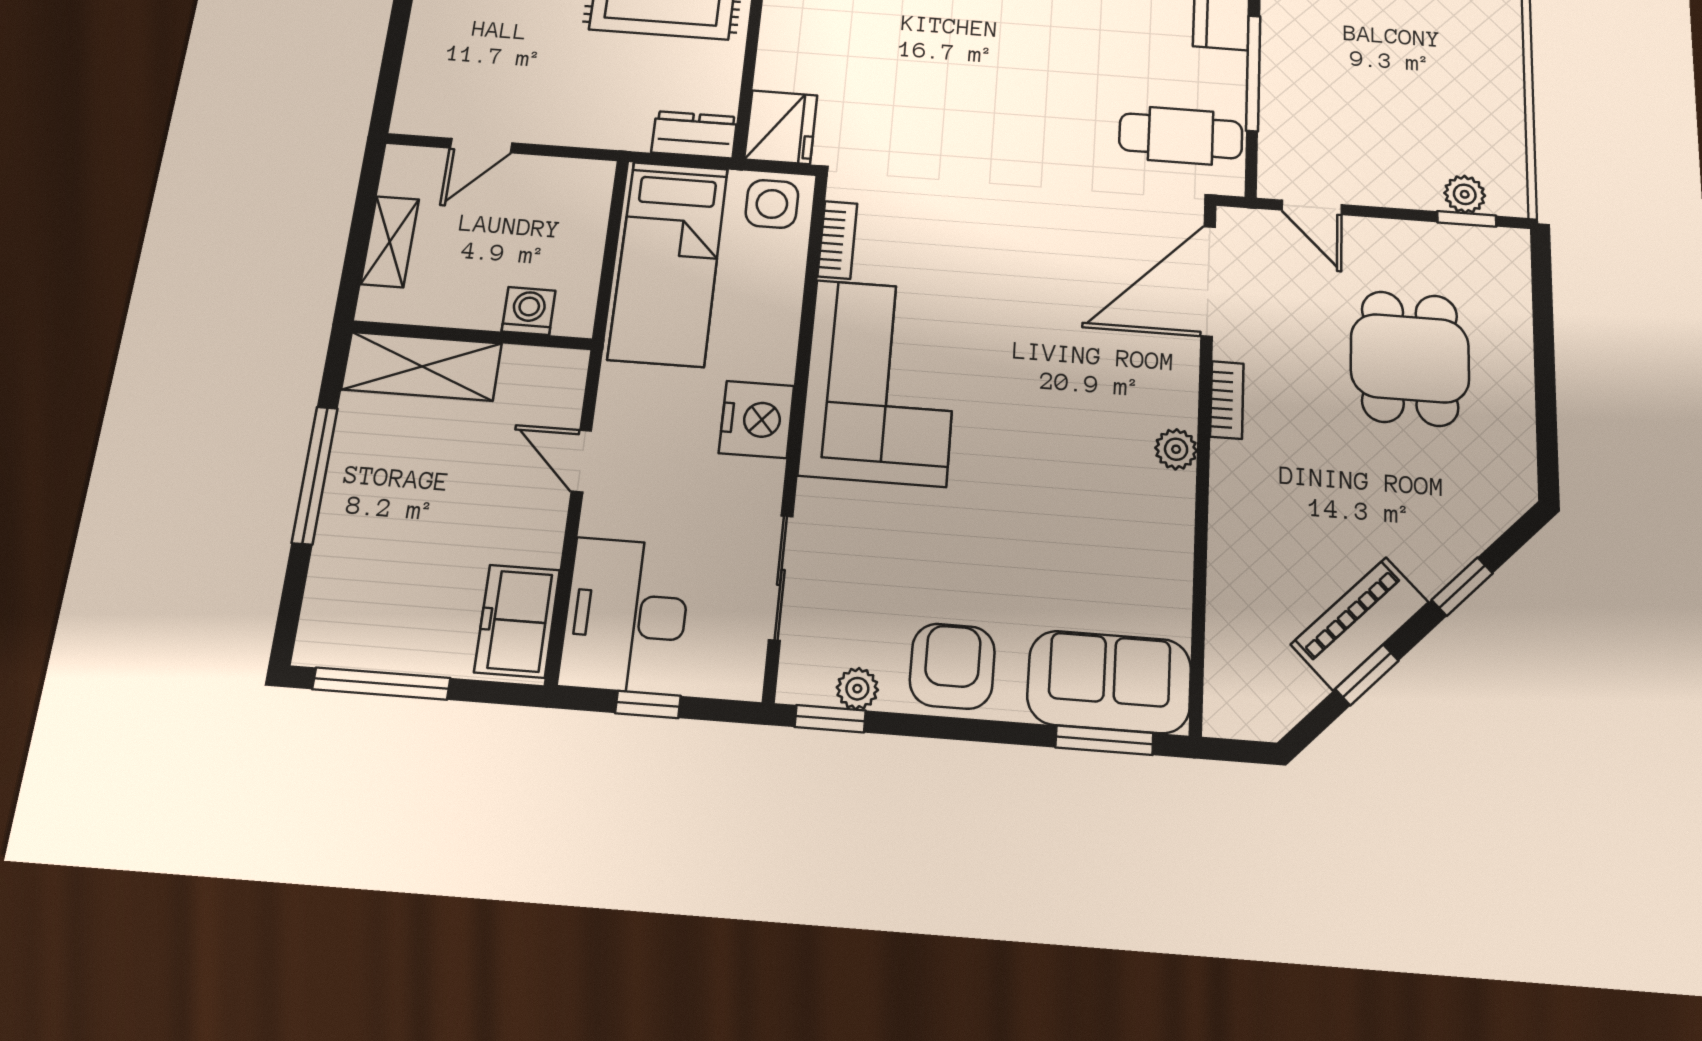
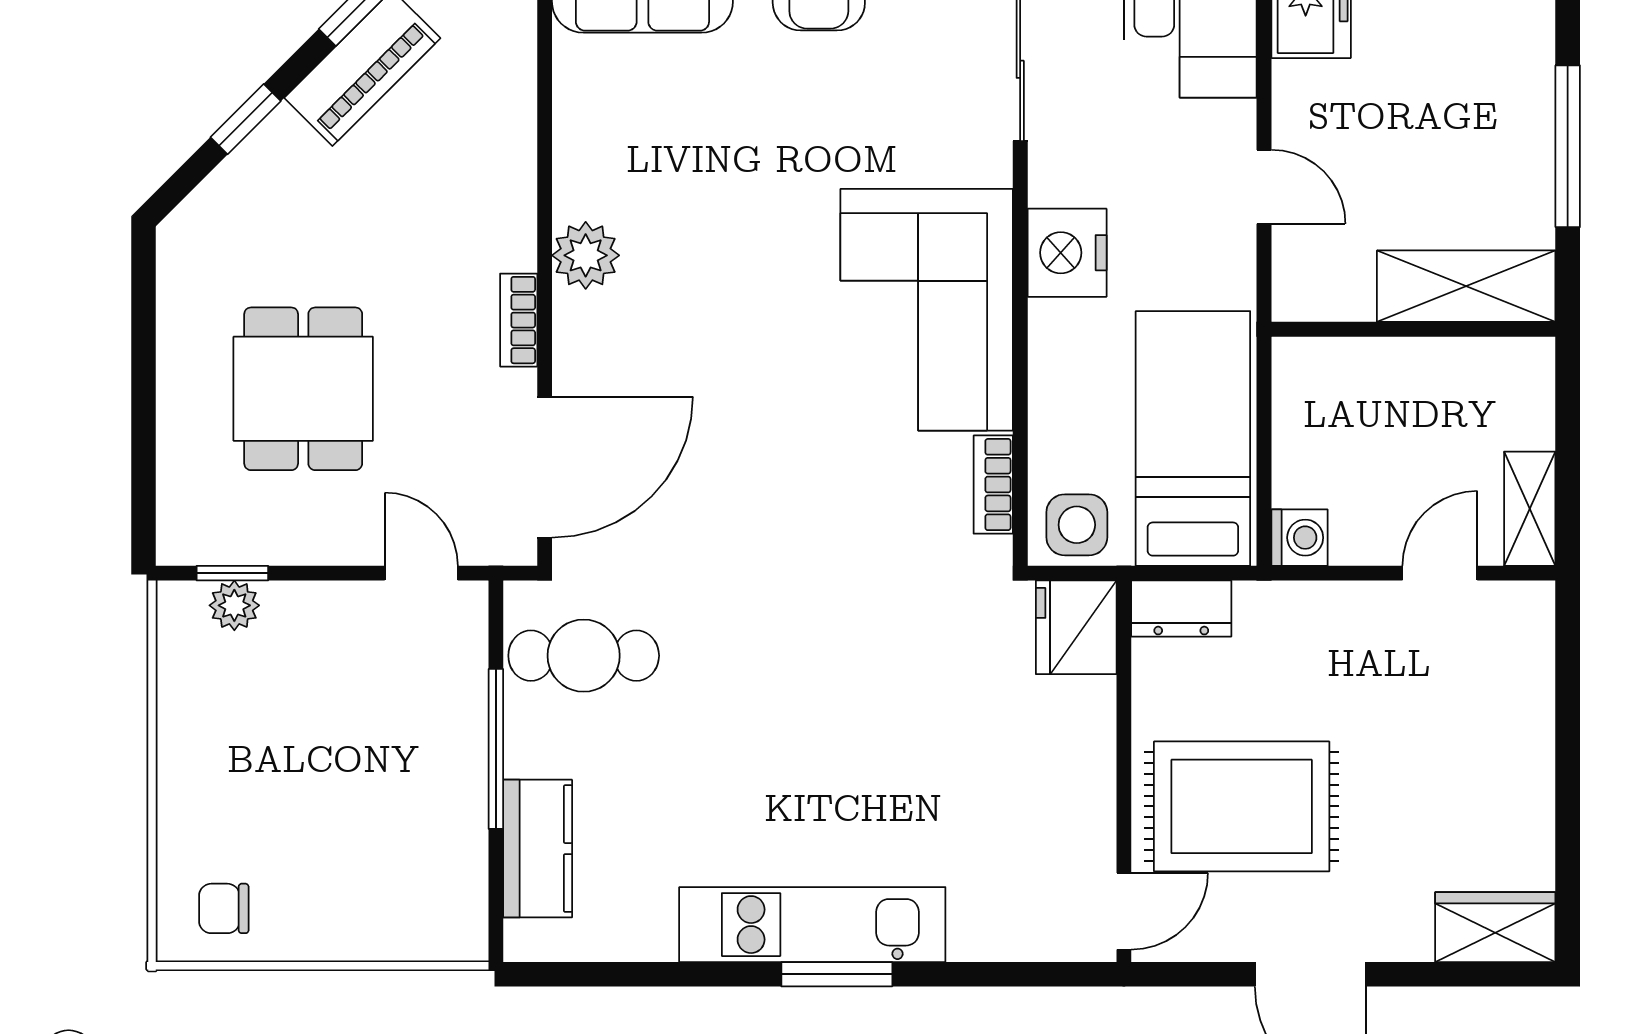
shelving: (390, 242) -> (1530, 509), moved
washing machine: (529, 311) -> (1300, 538), moved, turned -90
plant: (1176, 449) -> (586, 255), width x1.38, depth x1.38

